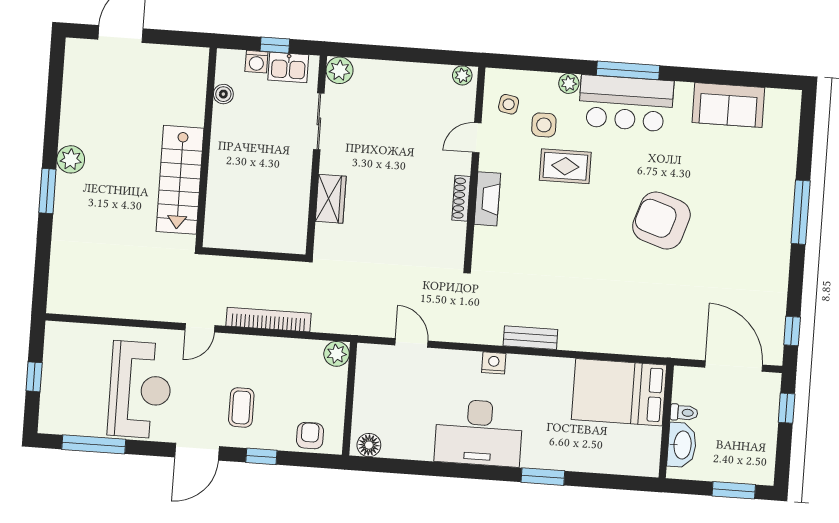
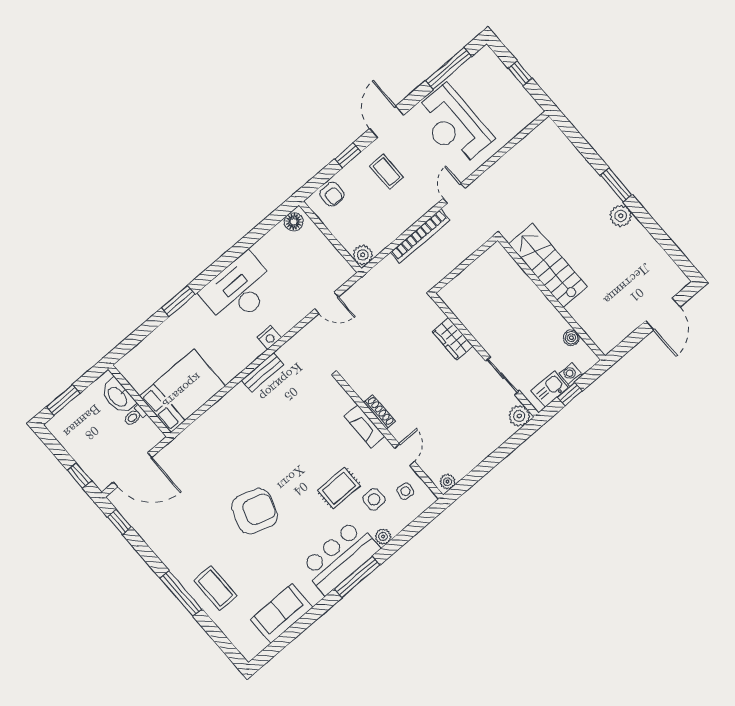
coffee table: (765, 186) -> (215, 588), added

